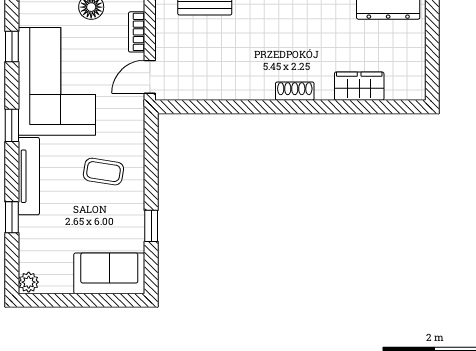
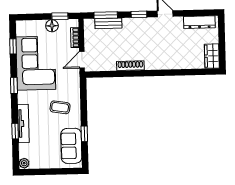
wardrobe: (359, 86) -> (212, 56), moved, turned -90
shoe rack: (295, 91) -> (130, 66), moved, width x1.43
tv unit: (29, 176) -> (23, 123), moved
sofa: (109, 273) -> (71, 146), moved, turned -90

